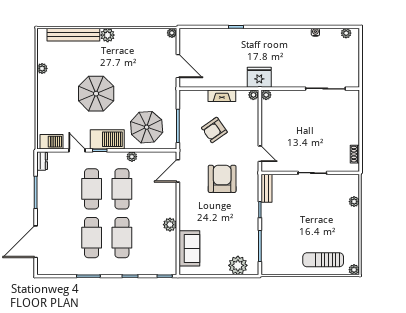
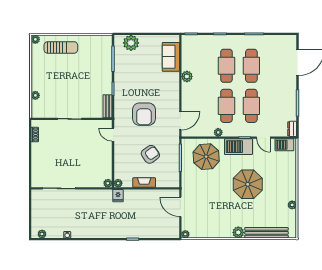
fridge: (259, 77) -> (118, 196), width x0.53, depth x0.75

